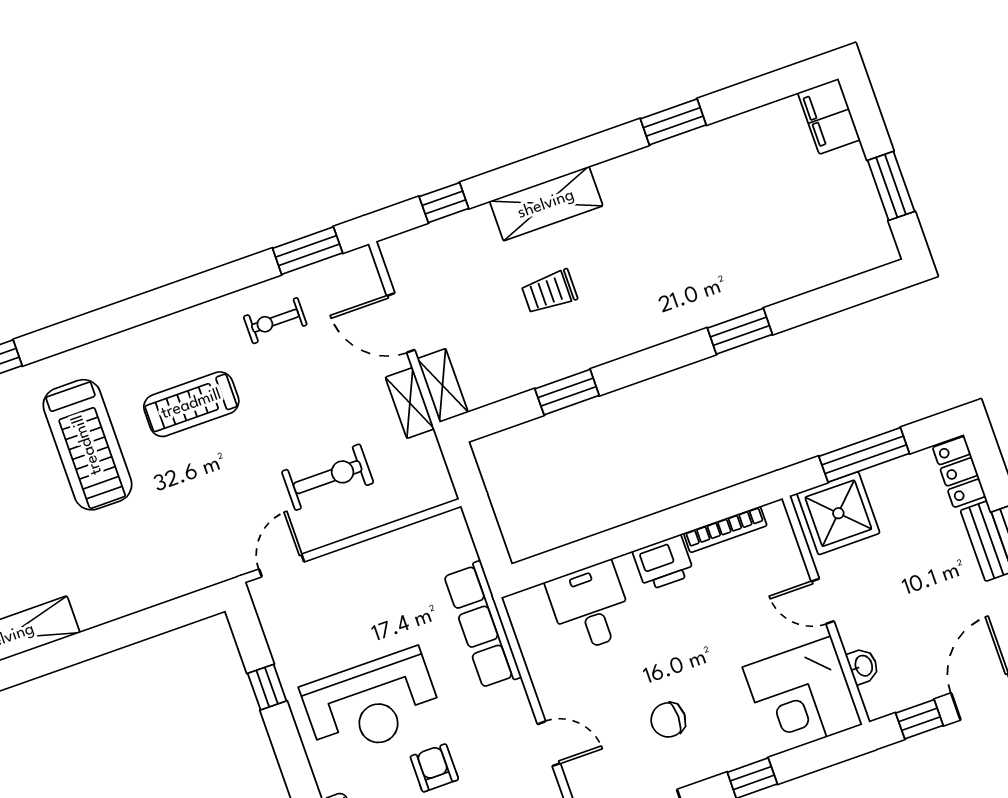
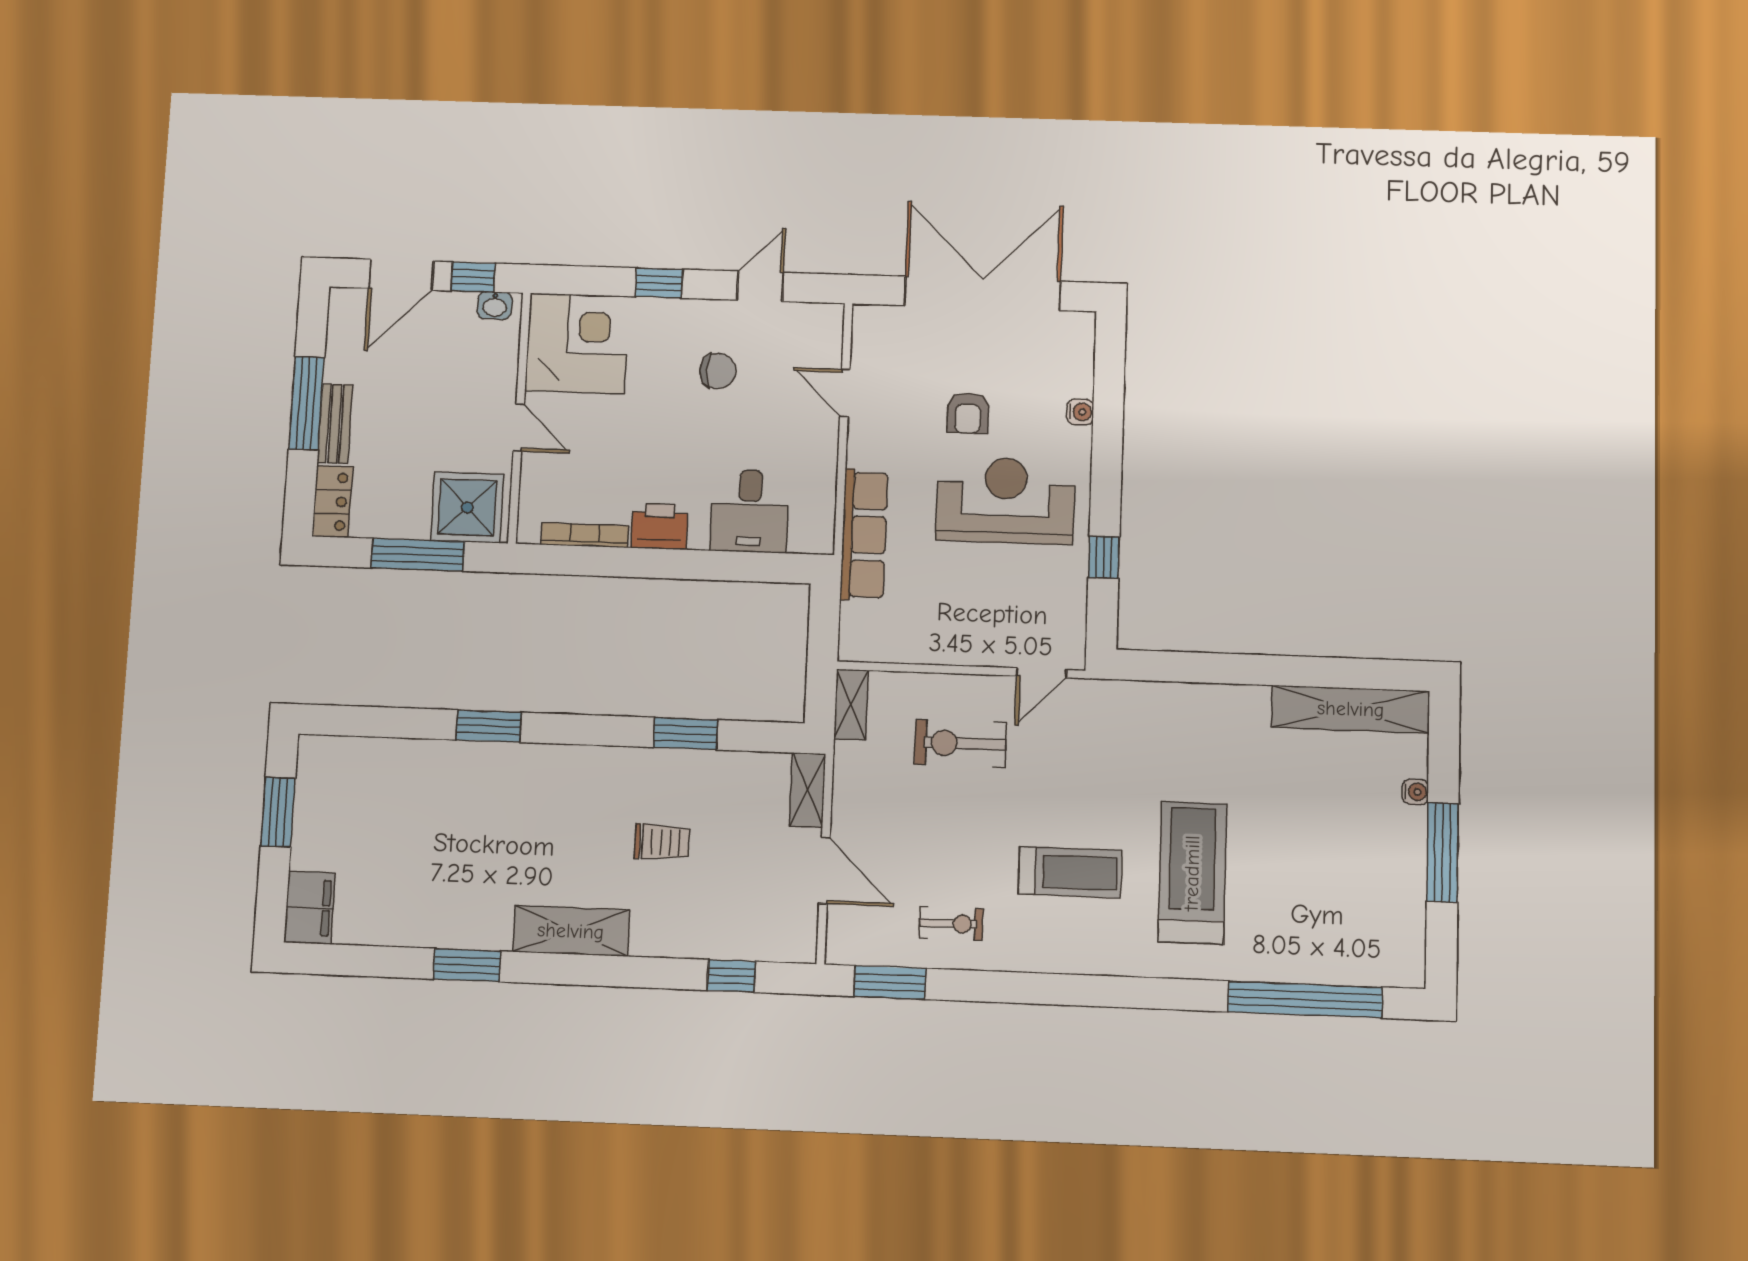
shelving: (546, 204) -> (571, 931), moved
shelving: (410, 403) -> (851, 705), moved
washbasin: (863, 666) -> (495, 306), moved, turned -90

